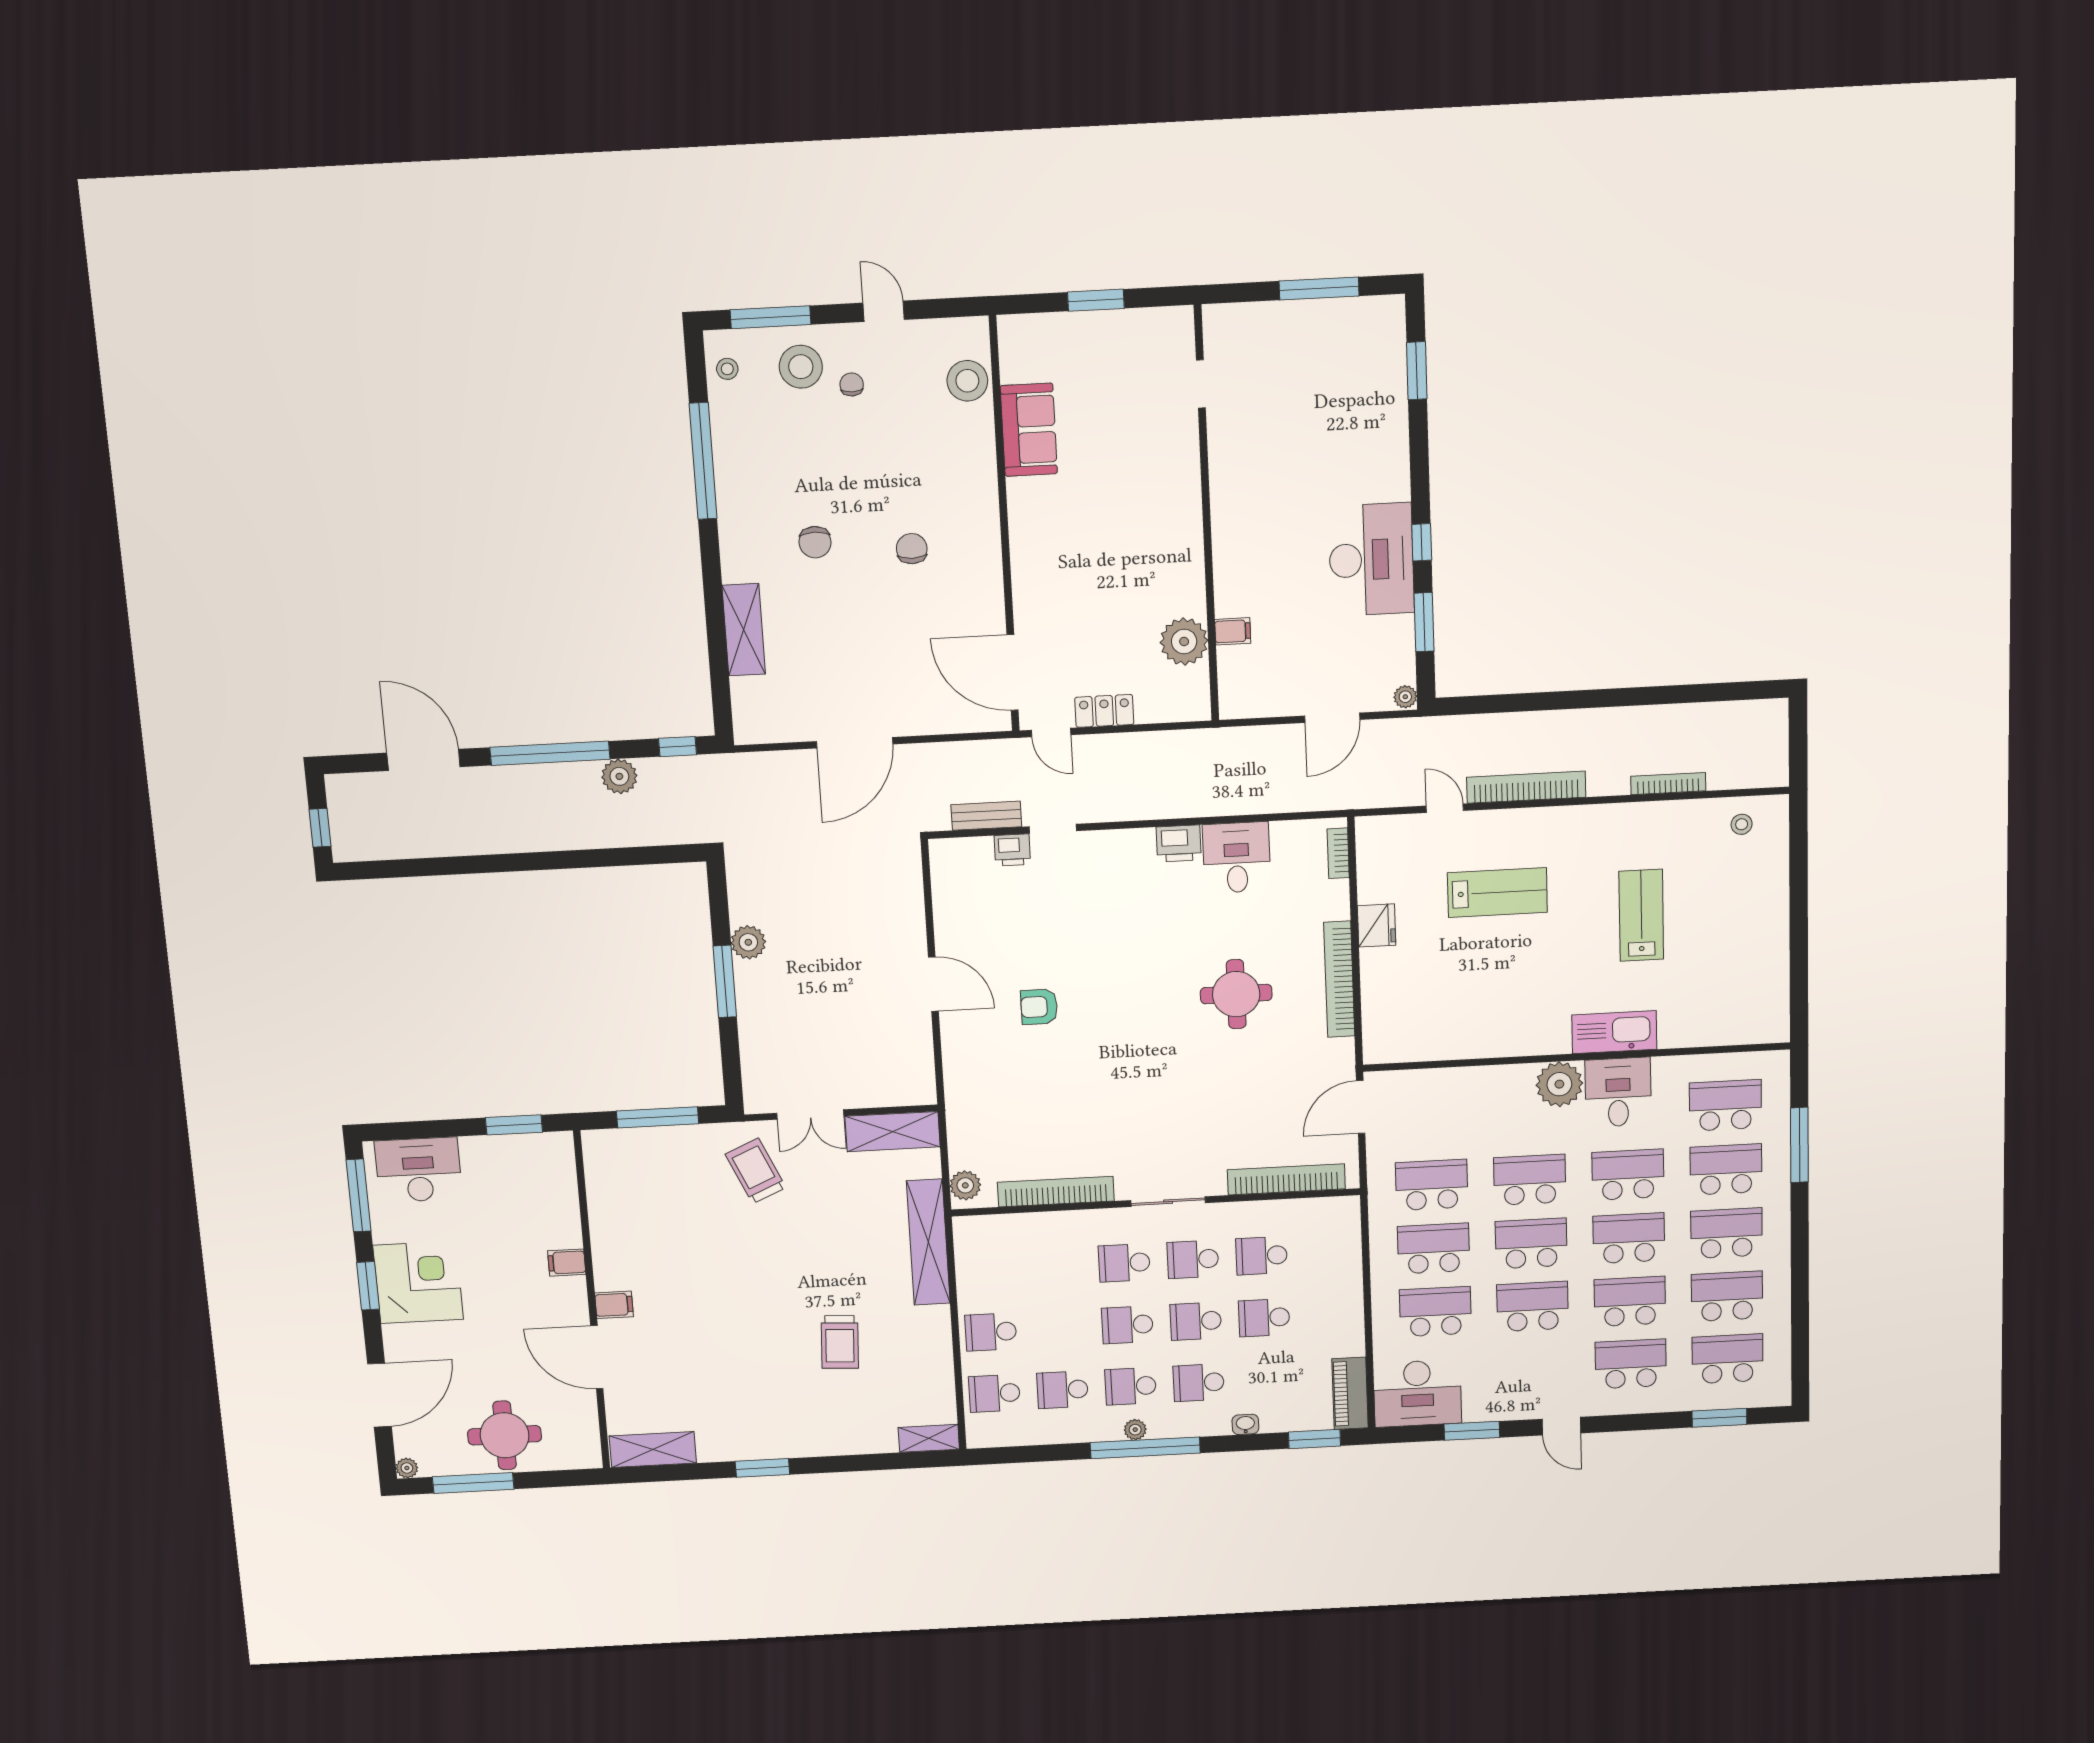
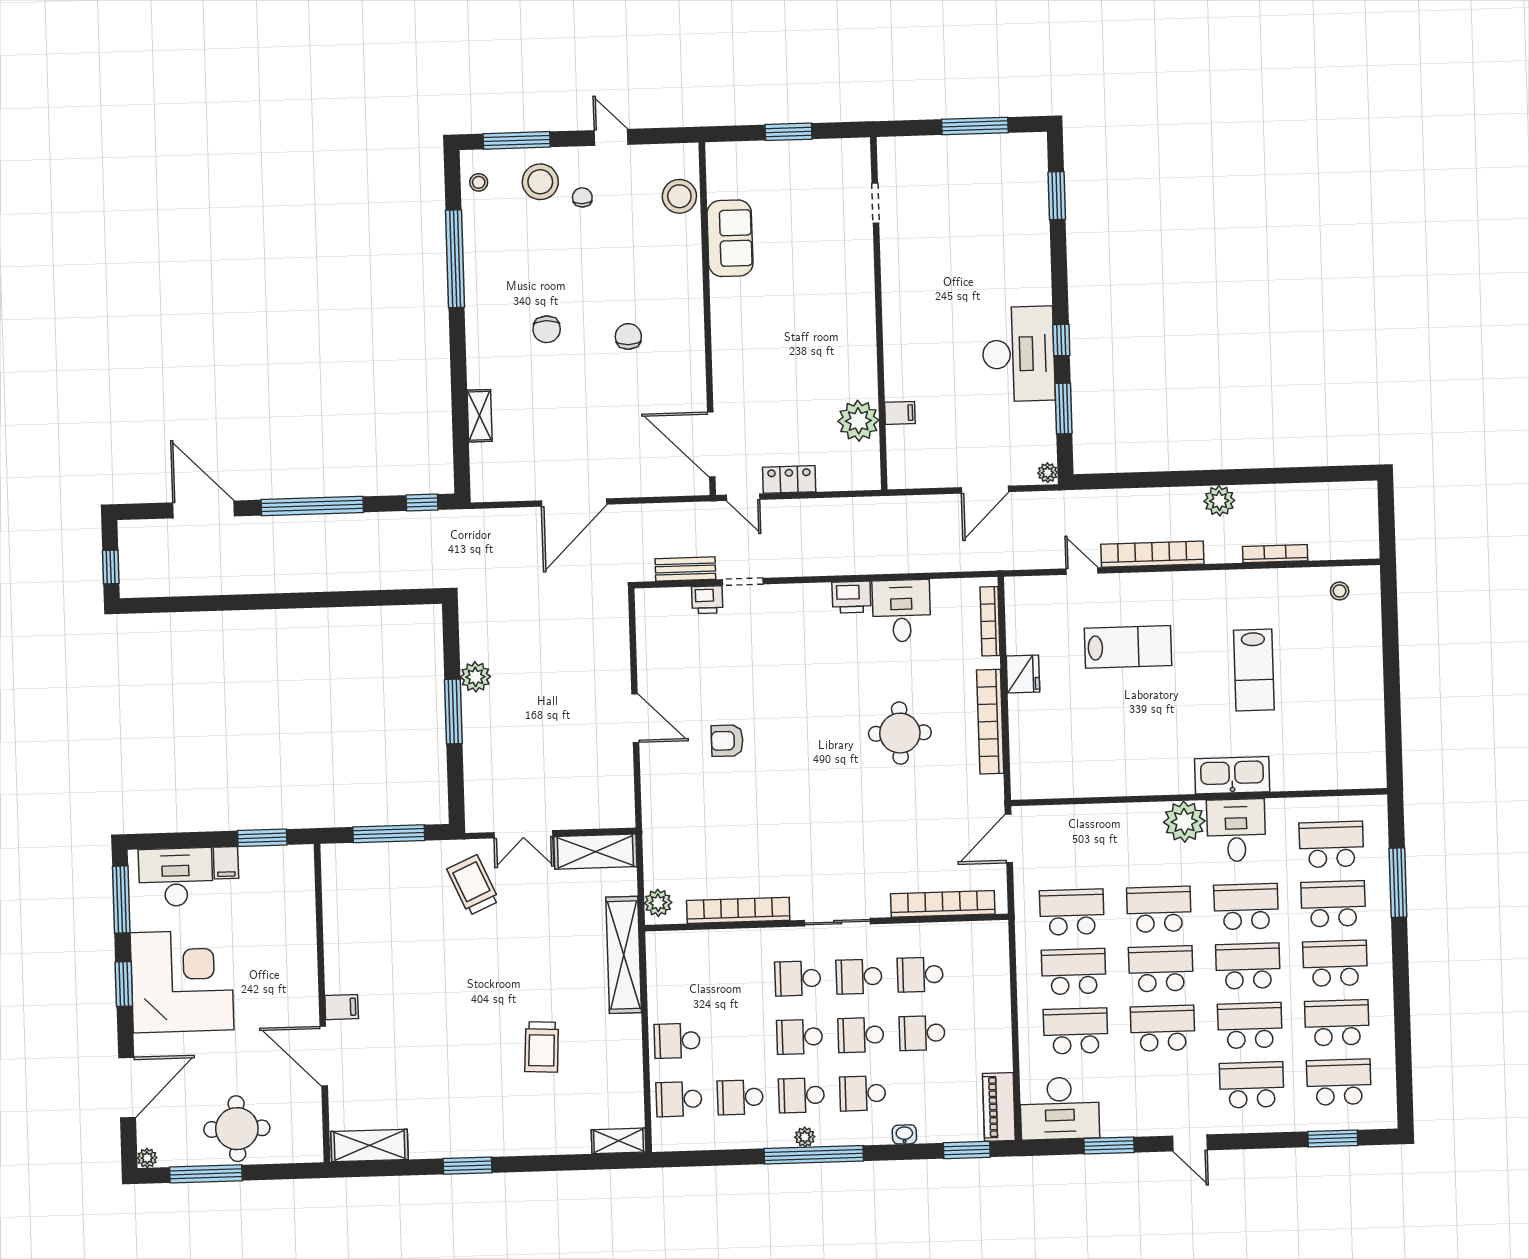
shelving: (744, 630) -> (480, 416), width x0.67, depth x0.75
plant: (619, 776) -> (1219, 501), moved
bookcase: (1338, 853) -> (990, 621), width x1.56
lab bench: (1641, 915) -> (1254, 670), turned 180
filing cabinet: (567, 1263) -> (226, 863), moved, turned -90
corner desk: (418, 1282) -> (182, 981), width x1.36, depth x1.36

